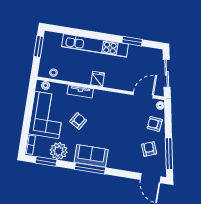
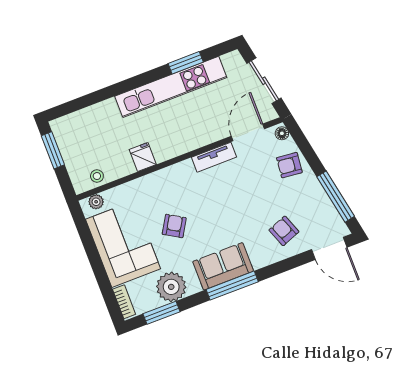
kitchen unit: (95, 45) -> (171, 87), moved
fridge: (98, 79) -> (143, 157), moved
tv unit: (80, 91) -> (214, 157), moved
armchair: (149, 149) -> (284, 231), moved

